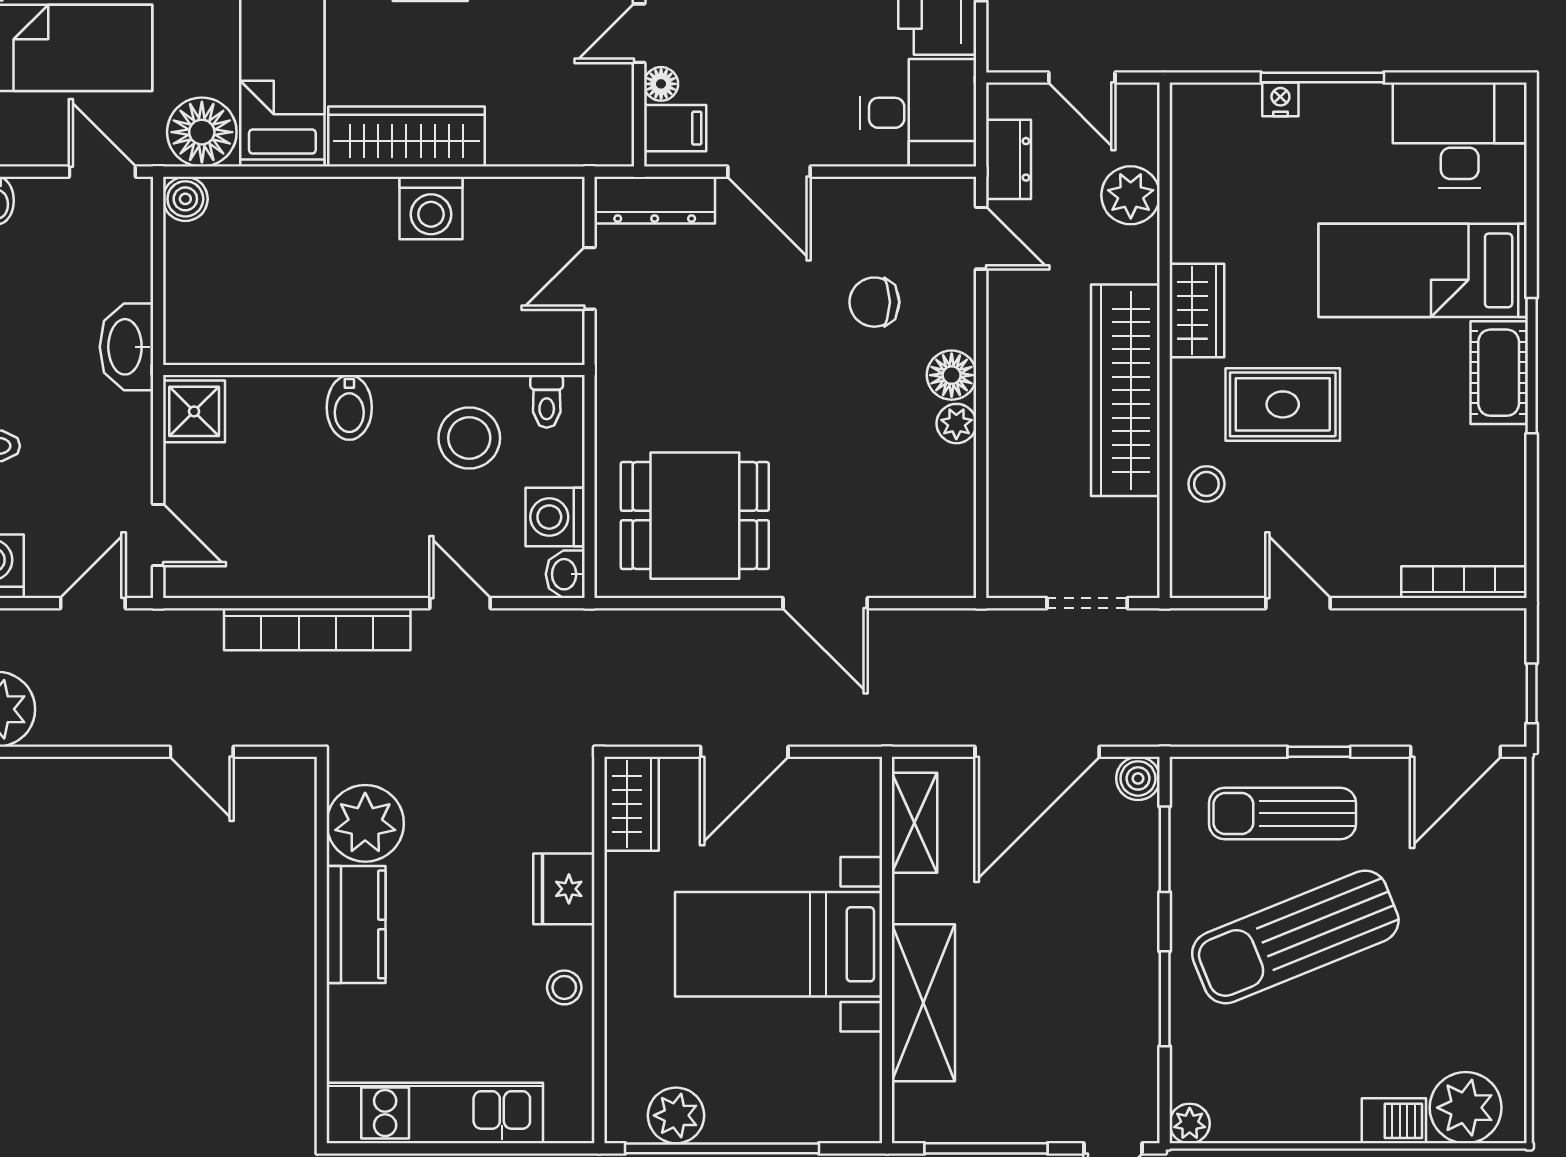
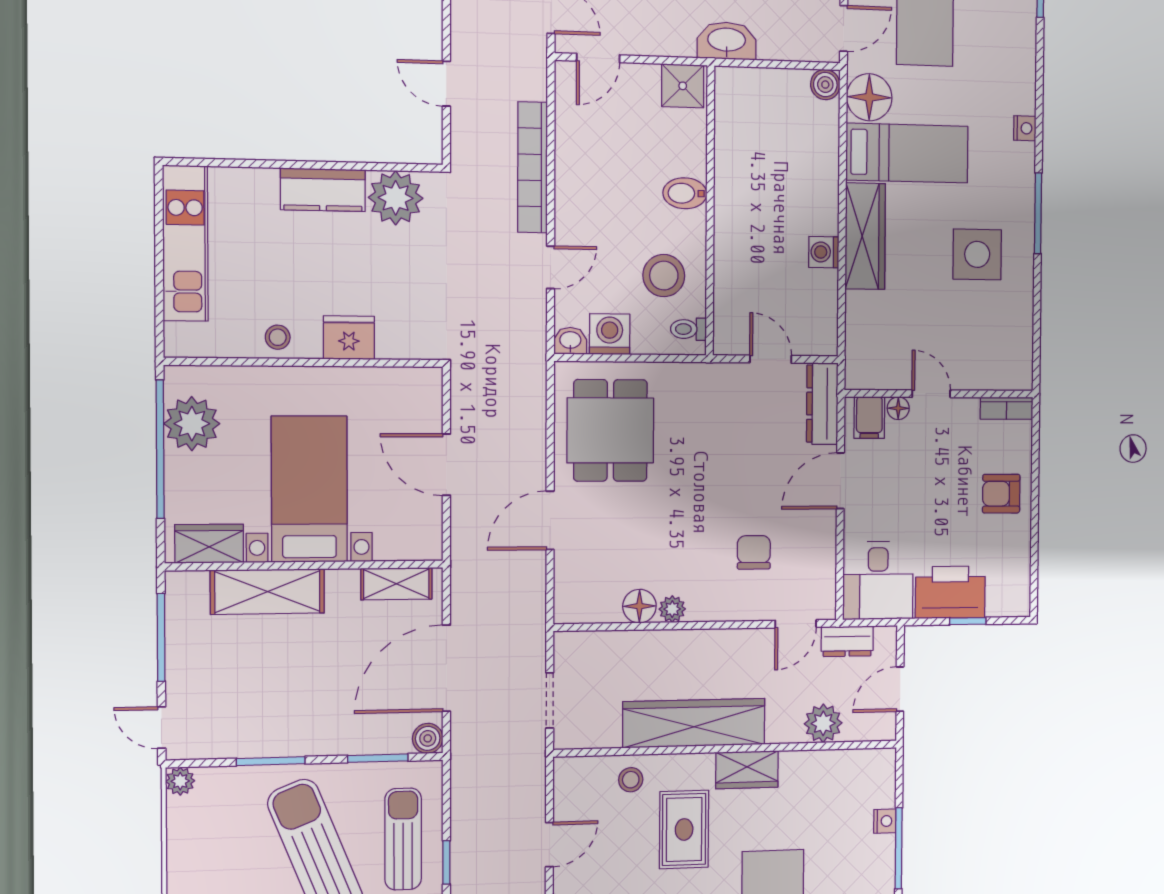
washing machine: (431, 208) -> (824, 252), width x0.73, depth x0.73
floor lamp: (952, 375) -> (639, 606), moved
door: (202, 752) -> (446, 84), hinge flipped
door: (1037, 752) -> (446, 668), hinge flipped
wardrobe: (632, 804) -> (209, 544), moved, turned 180
plant: (676, 1115) -> (192, 424), width x1.36, depth x1.36

